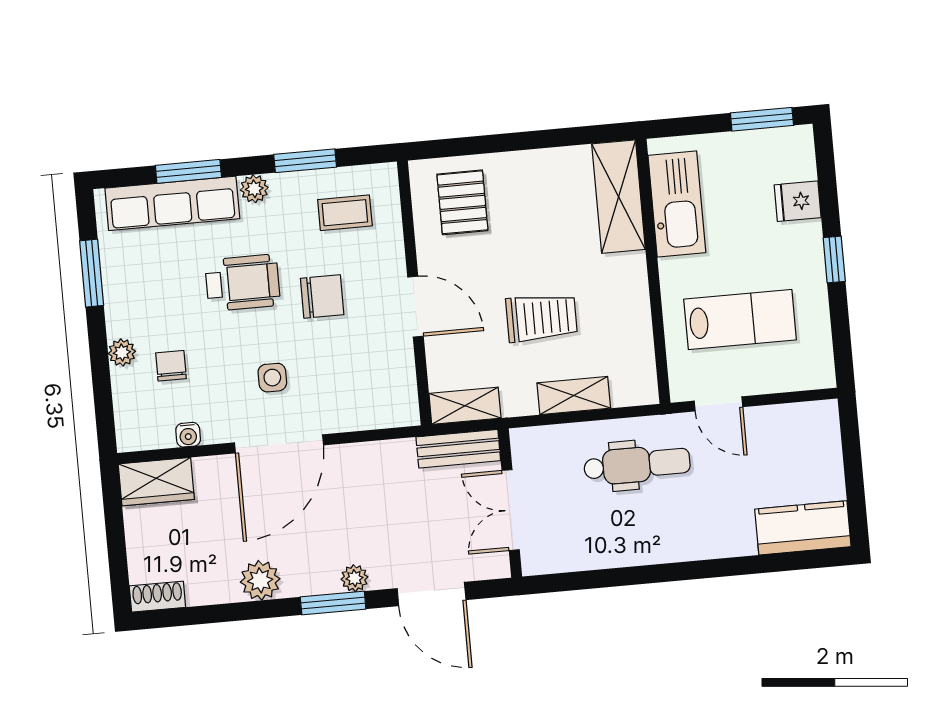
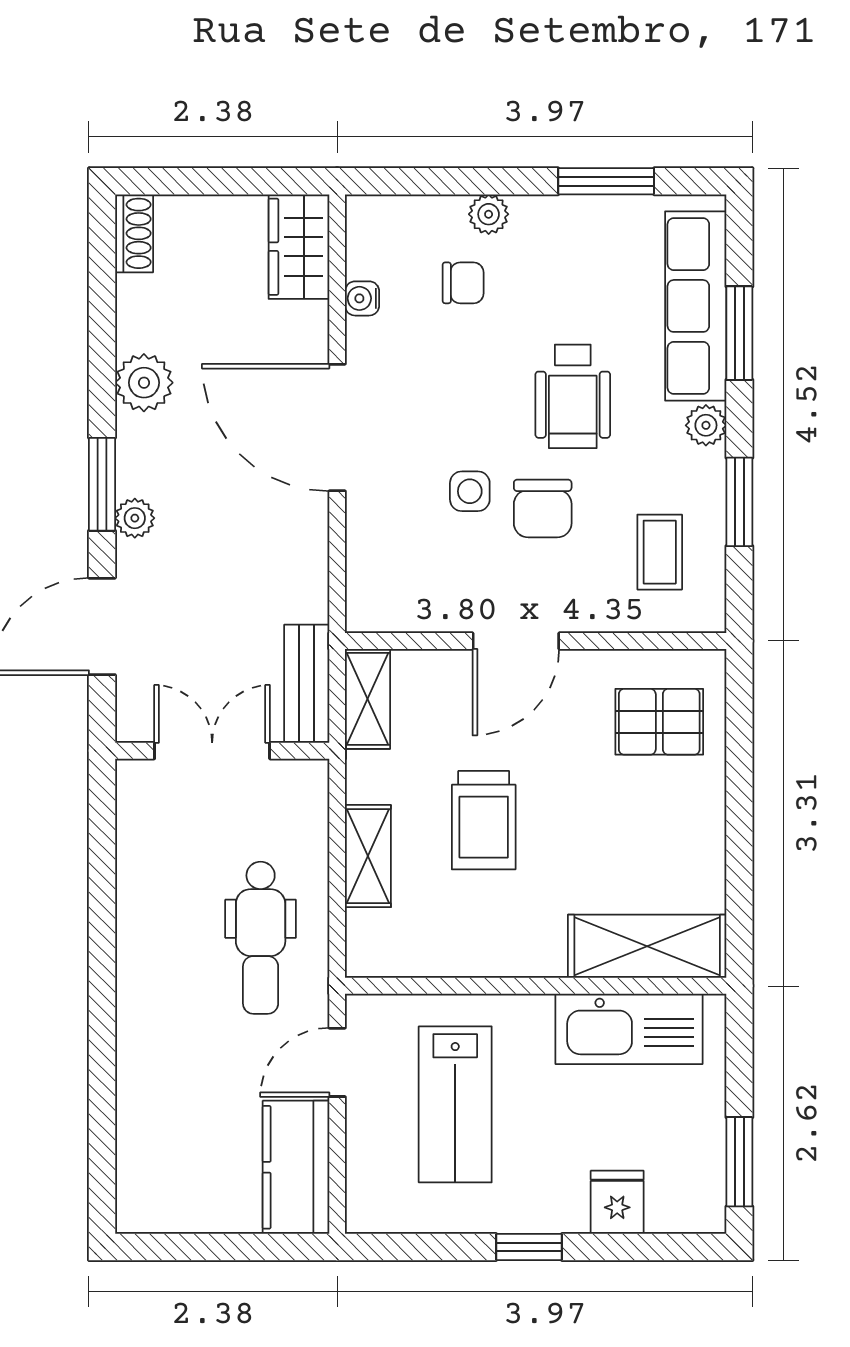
side table: (272, 378) -> (470, 491), moved
kitchen counter: (803, 528) -> (296, 1167), moved, turned 180

